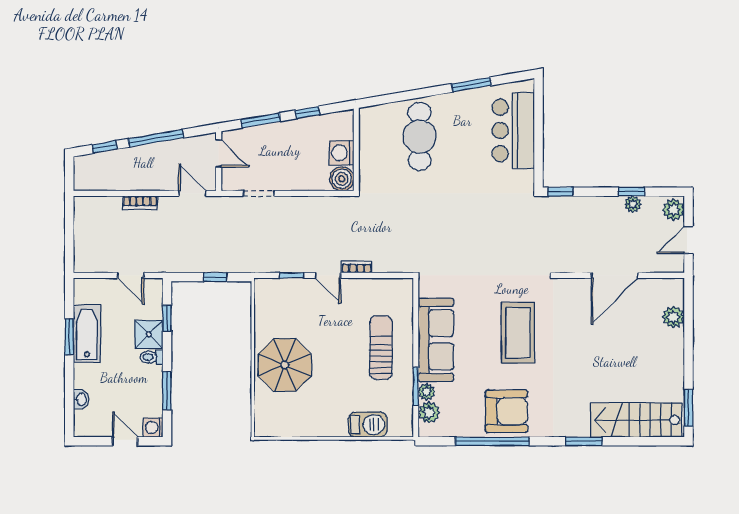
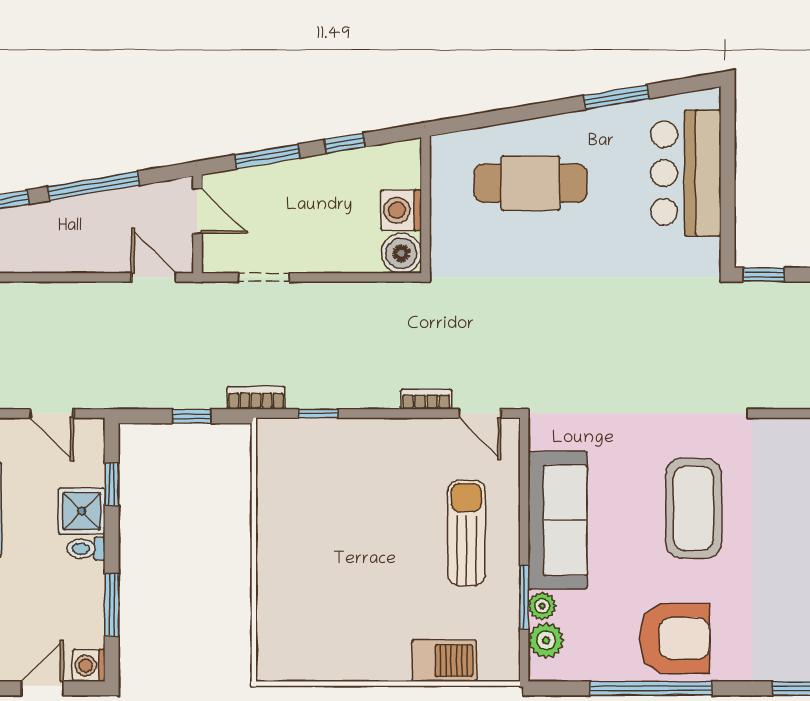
cafe table: (420, 137) -> (530, 183), turned 90
bookcase: (140, 203) -> (256, 398), moved, turned 180
door: (328, 275) -> (480, 413), moved
parasol: (285, 365) -> (307, 562), removed
door: (125, 441) -> (42, 688), hinge flipped

